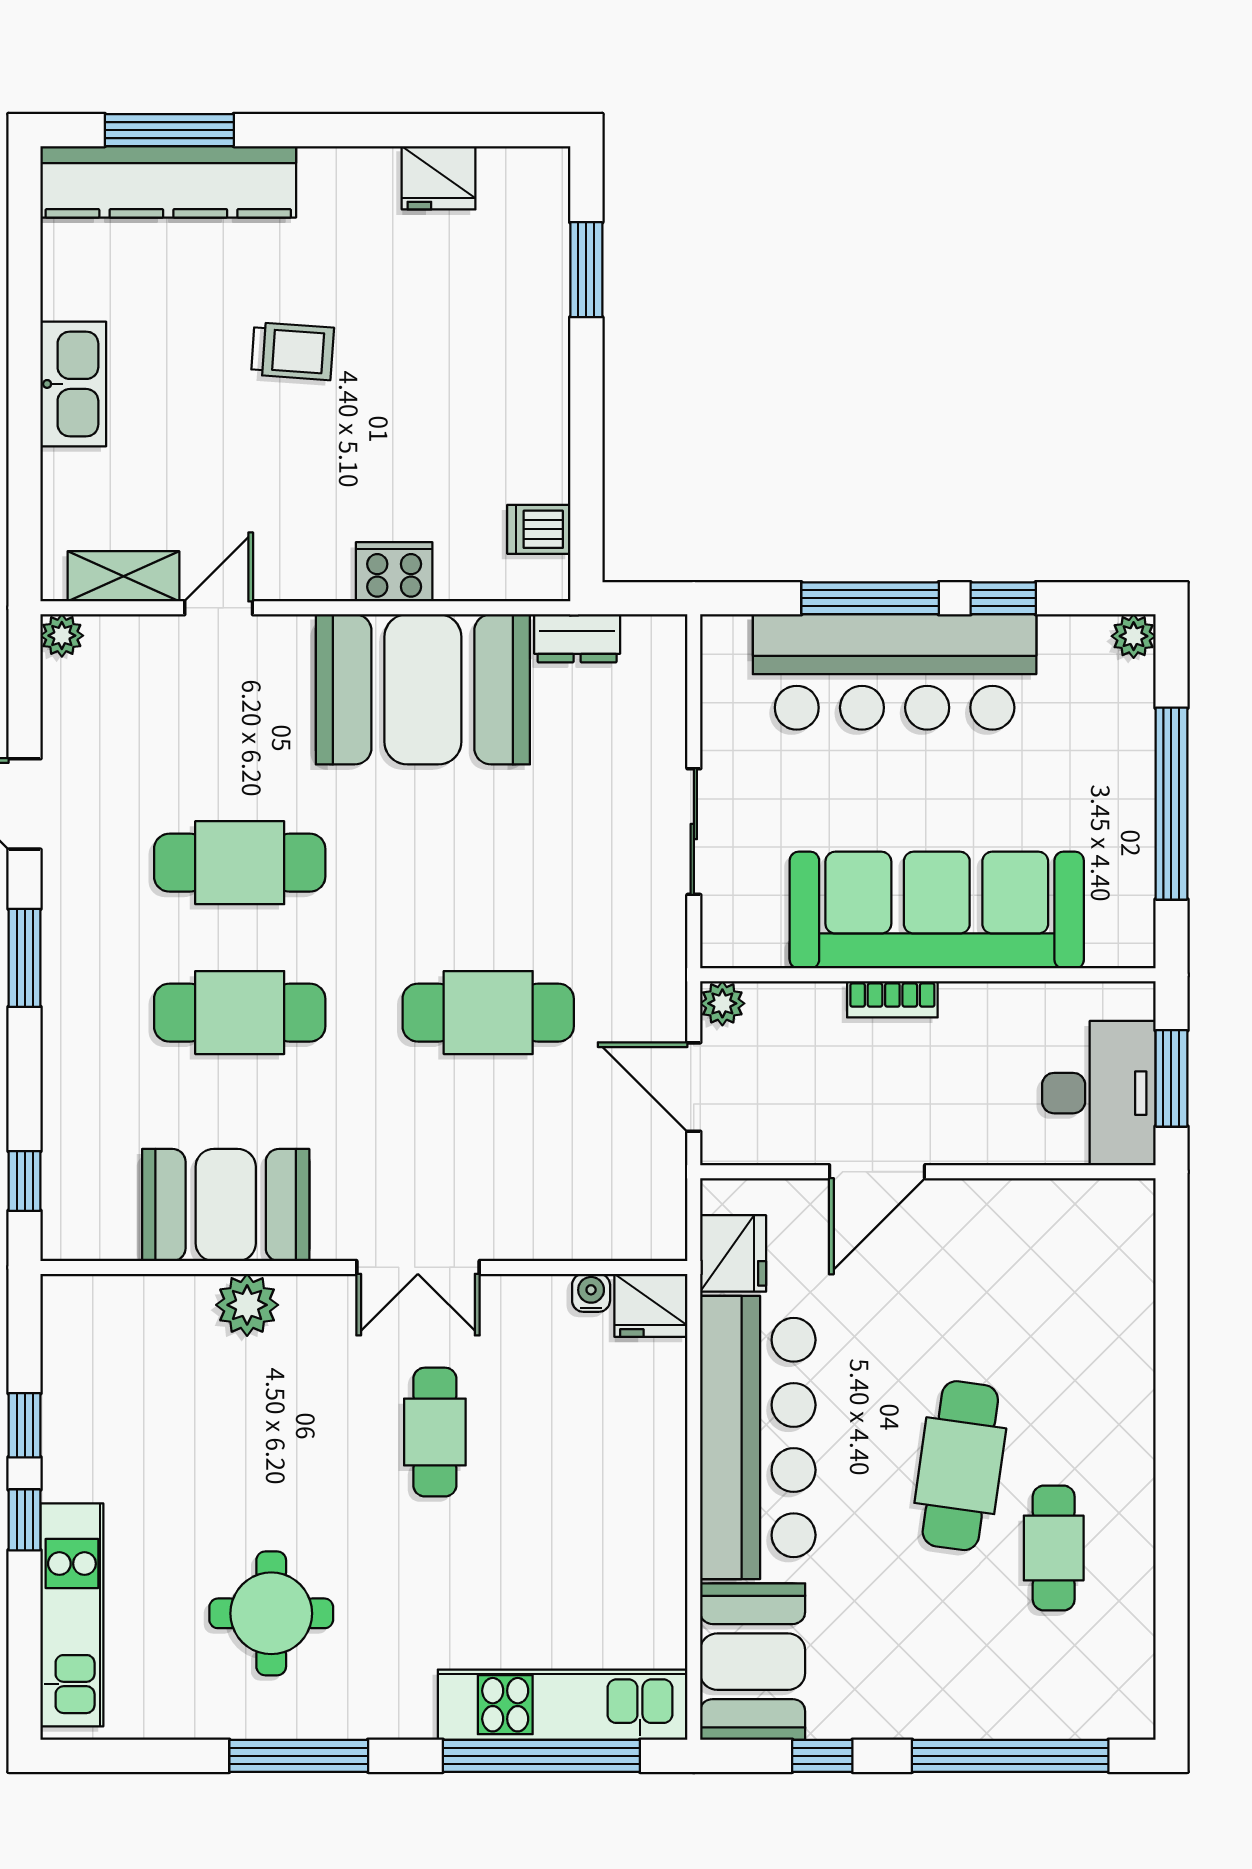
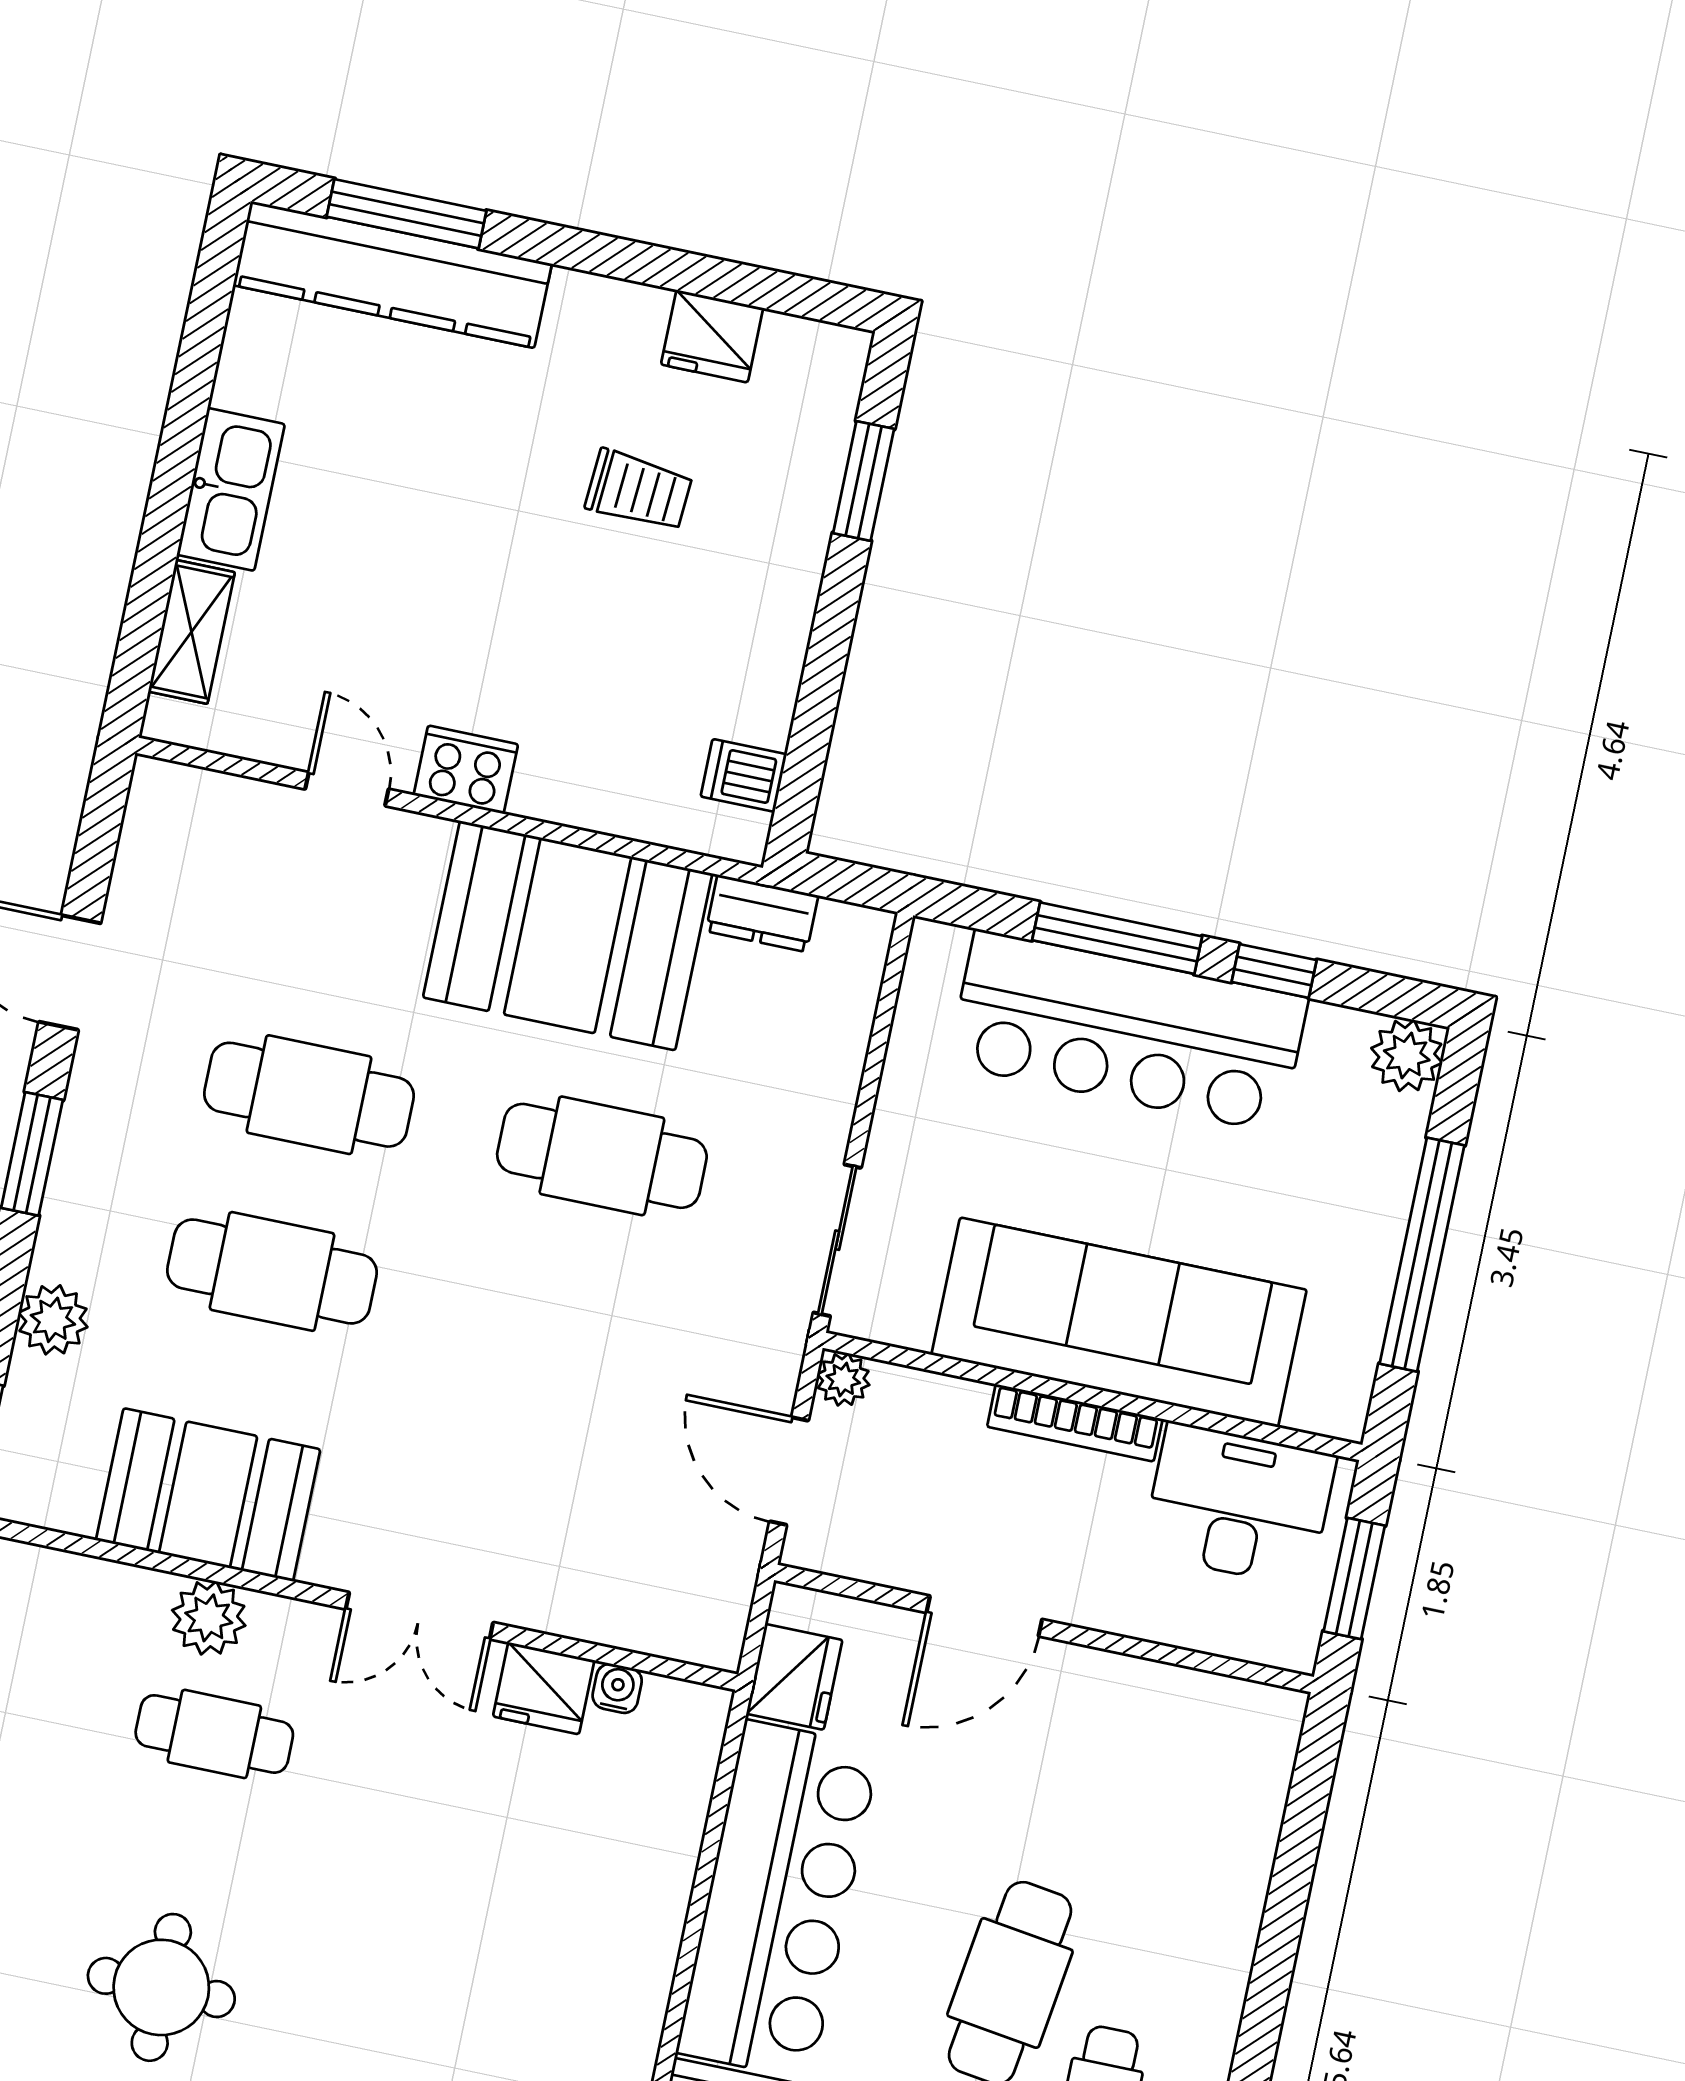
trolley: (292, 351) -> (639, 491), moved
cooker: (394, 572) -> (466, 770), moved
shelving: (123, 576) -> (192, 632), moved, turned 90
door: (219, 608) -> (347, 789), hinge flipped
plant: (62, 636) -> (53, 1320), moved, width x1.38, depth x1.38
plant: (1134, 636) -> (1407, 1055), width x1.38, depth x1.38
sliding door: (694, 832) -> (837, 1240), moved
bookcase: (892, 999) -> (1075, 1423), width x1.56
cafe table: (488, 1013) -> (602, 1156), moved
desk: (1099, 1093) -> (1239, 1505), moved, turned -90
fridge: (651, 1305) -> (544, 1688), moved
cafe table: (435, 1432) -> (214, 1734), moved, turned 90

